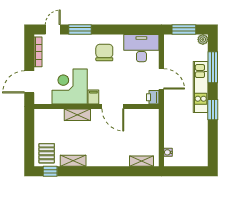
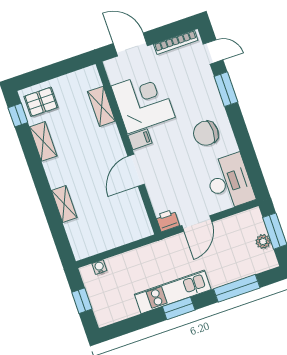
plant: (203, 39) -> (263, 241), moved
chair: (104, 53) -> (206, 133), turned 180
kitchen unit: (201, 87) -> (173, 292), moved
shelving: (77, 115) -> (101, 106), moved
shelving: (142, 161) -> (64, 204), moved
window: (186, 171) -> (82, 301), added

